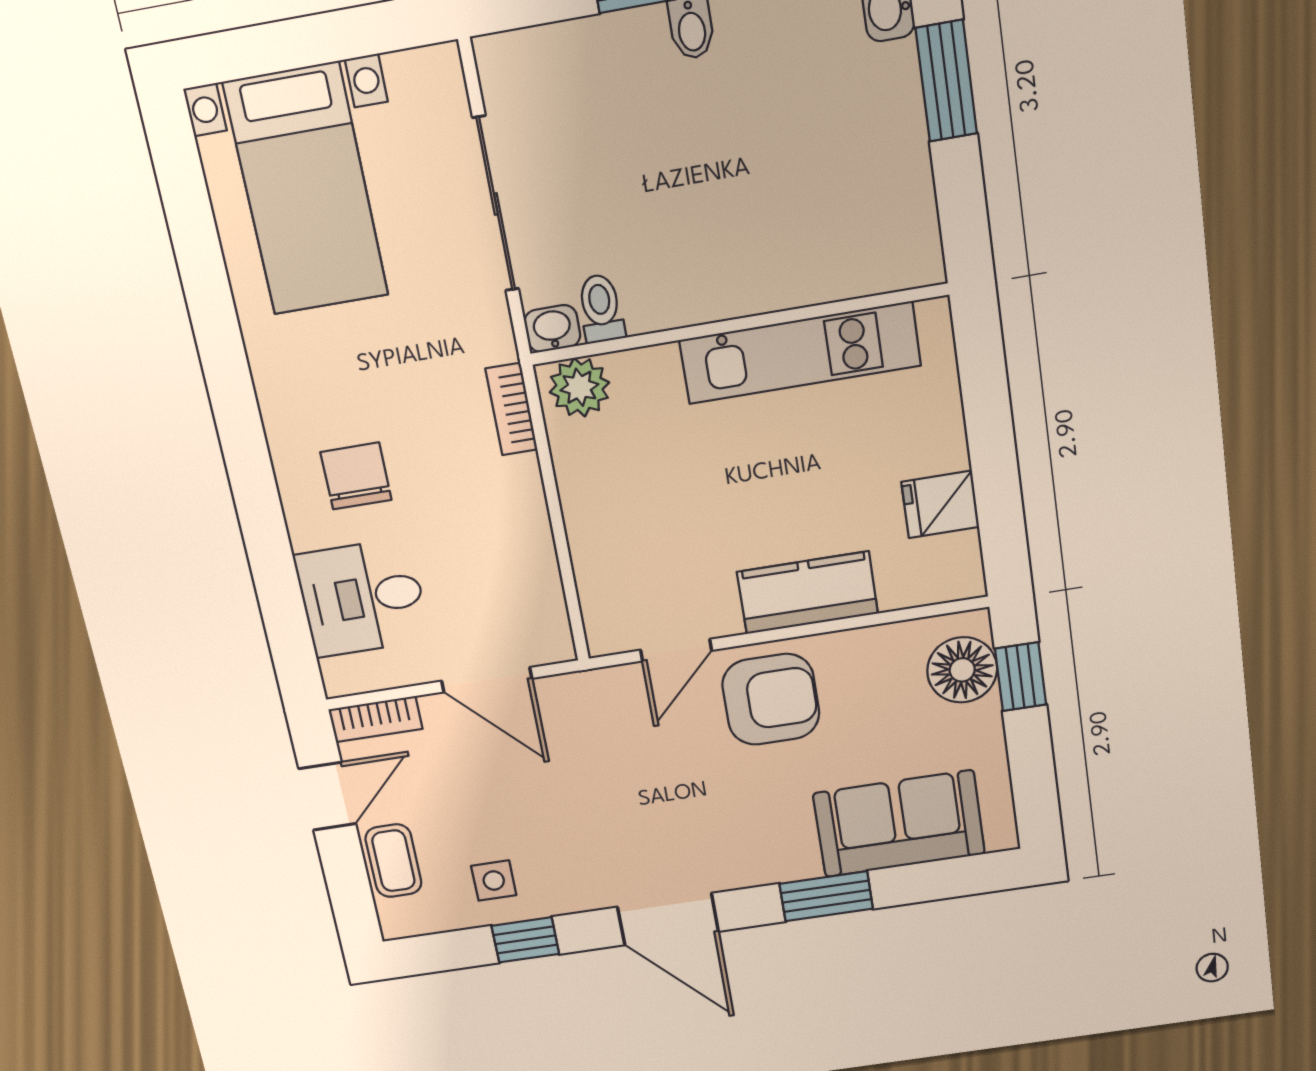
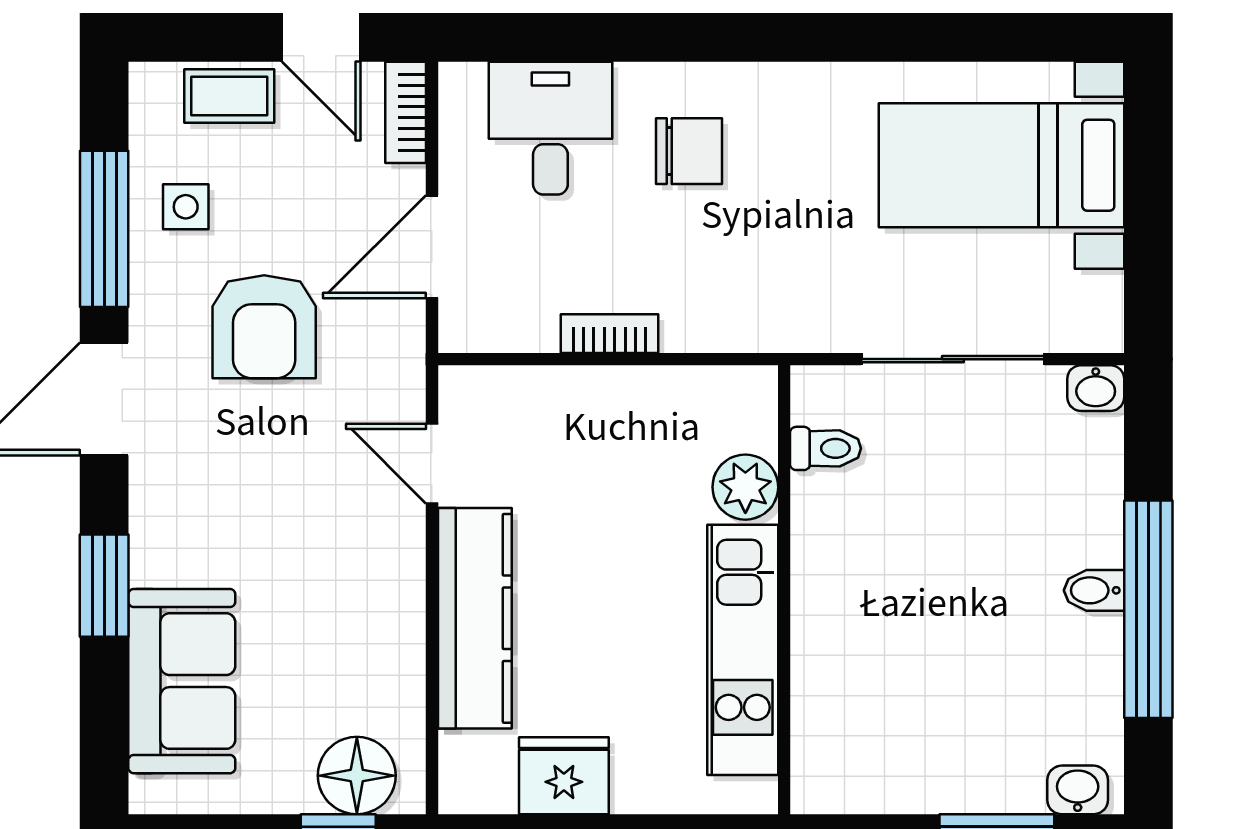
washbasin: (552, 329) -> (1096, 388), moved, turned 90
plant: (579, 387) -> (745, 487), moved
bookcase: (511, 409) -> (610, 334), moved
fridge: (940, 504) -> (564, 776), width x1.38
kitchen counter: (807, 593) -> (475, 618), width x1.50
armchair: (771, 699) -> (264, 327), moved
window: (525, 940) -> (104, 229), width x2.17

